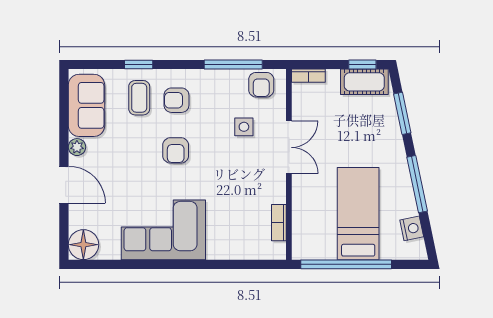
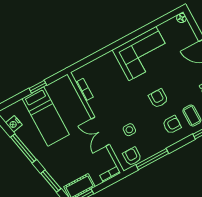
floor lamp: (83, 245) -> (181, 18), width x0.53, depth x0.53
window: (346, 264) -> (38, 87), width x0.32

